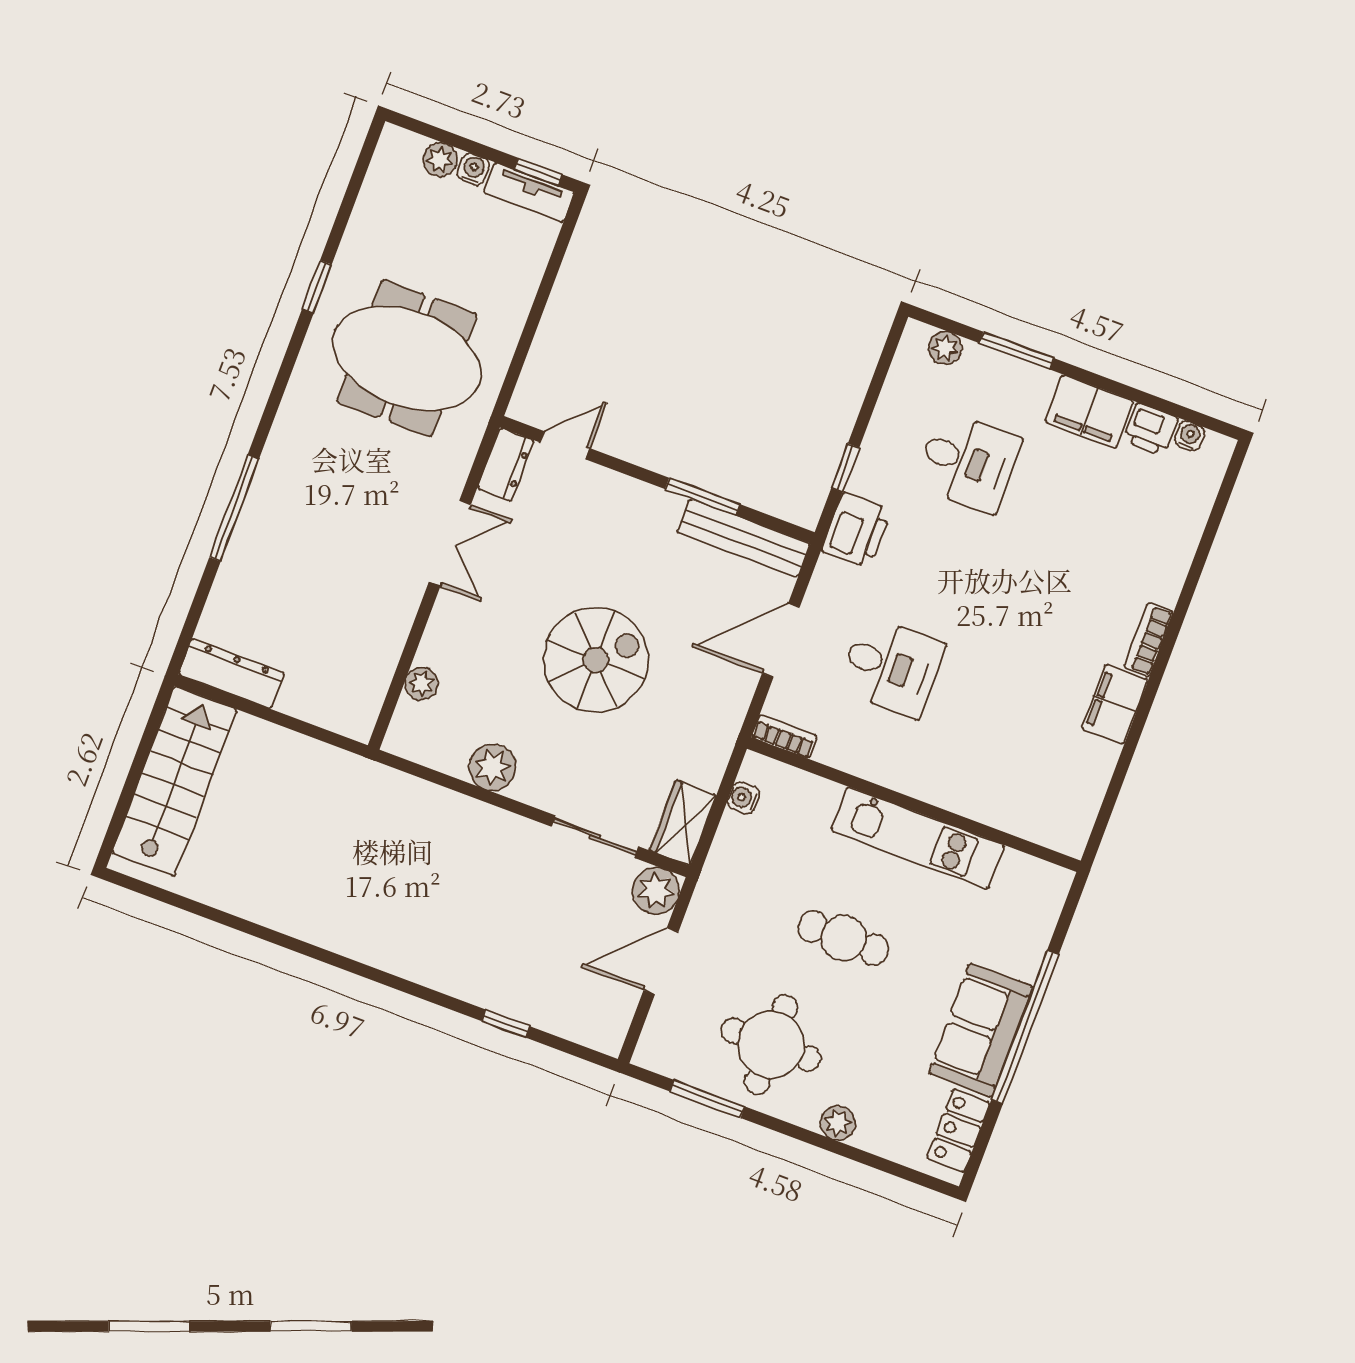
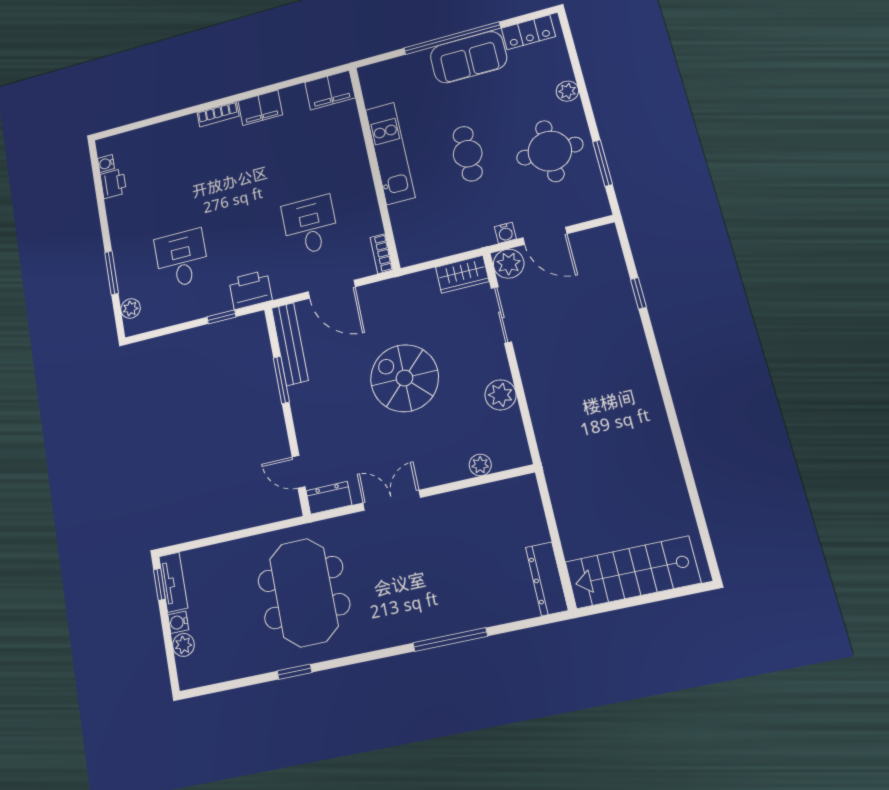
filing cabinet: (1089, 411) -> (330, 90), moved, turned 90
water cooler: (744, 798) -> (505, 233), moved

